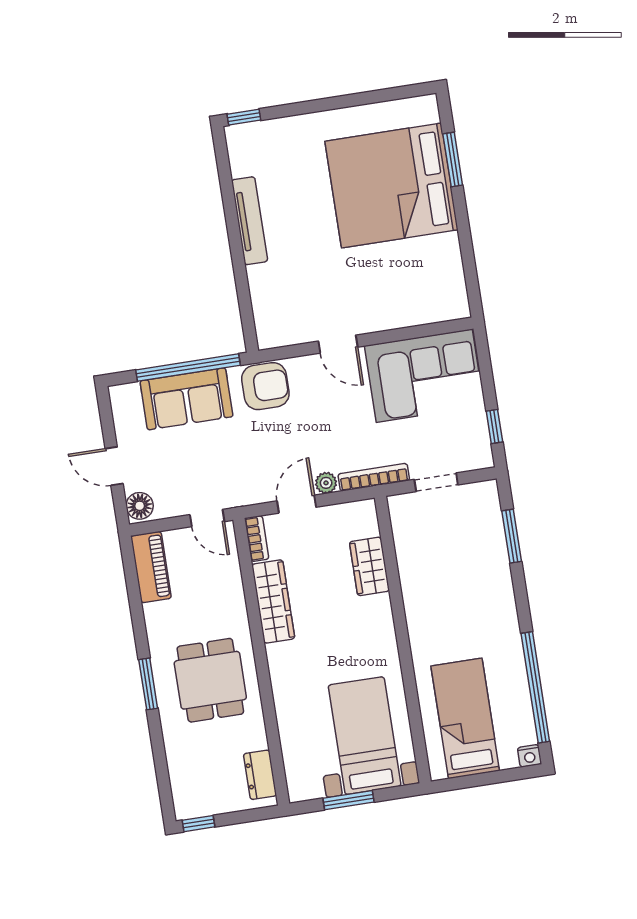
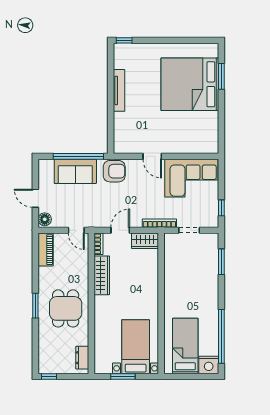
plant: (326, 483) -> (136, 222), removed
wardrobe: (369, 566) -> (145, 241), moved, turned -90
nightstand: (530, 756) -> (209, 365), width x1.89, depth x1.79

